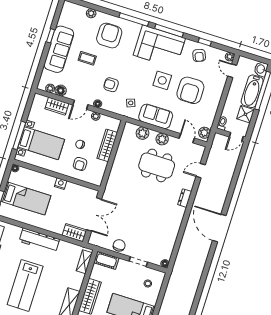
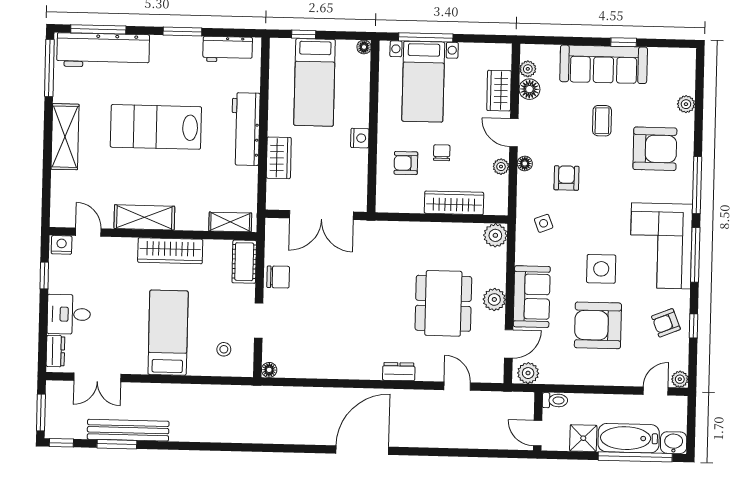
sofa: (156, 116) -> (532, 297), moved
plant: (143, 133) -> (495, 235), moved
wardrobe: (75, 233) -> (279, 158), moved

